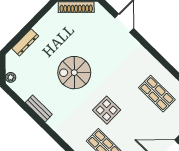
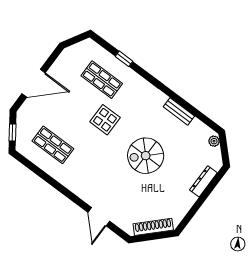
spiral stairs: (74, 73) -> (146, 156), turned 180

